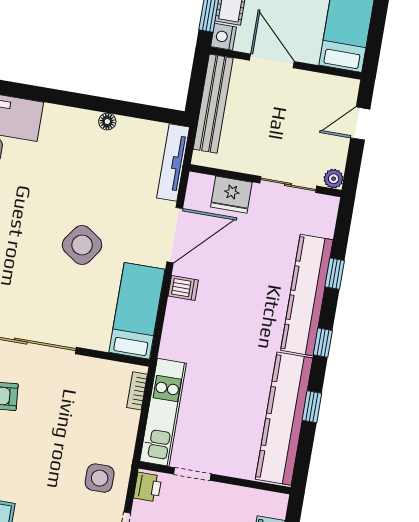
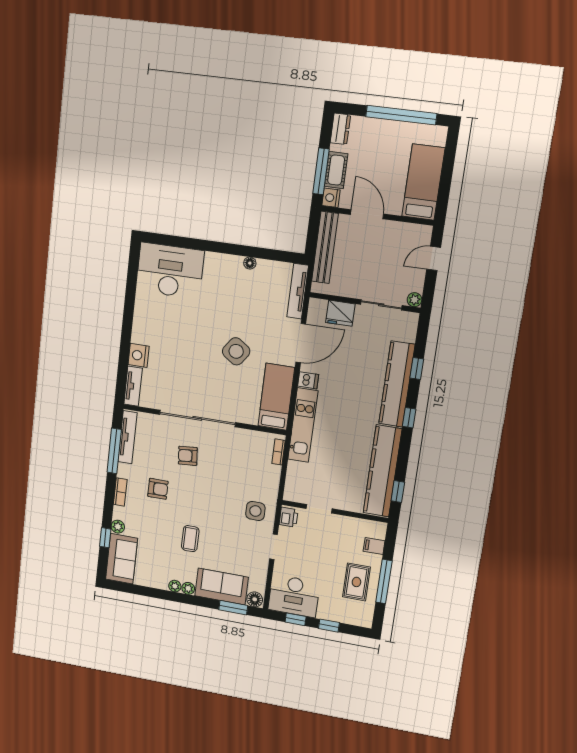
window: (312, 407) -> (398, 491), moved
kitchen unit: (163, 412) -> (303, 425), moved

